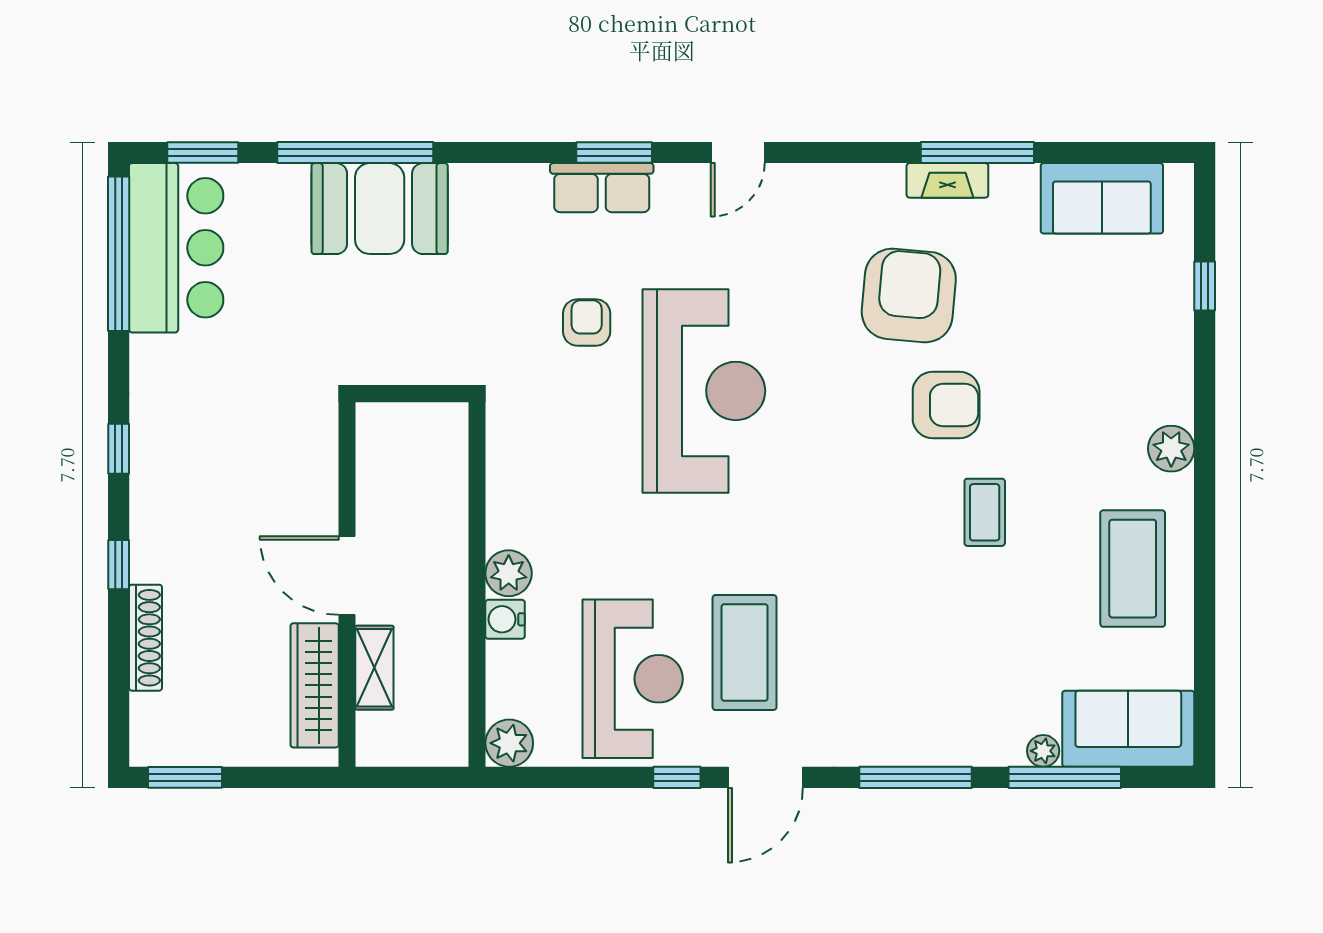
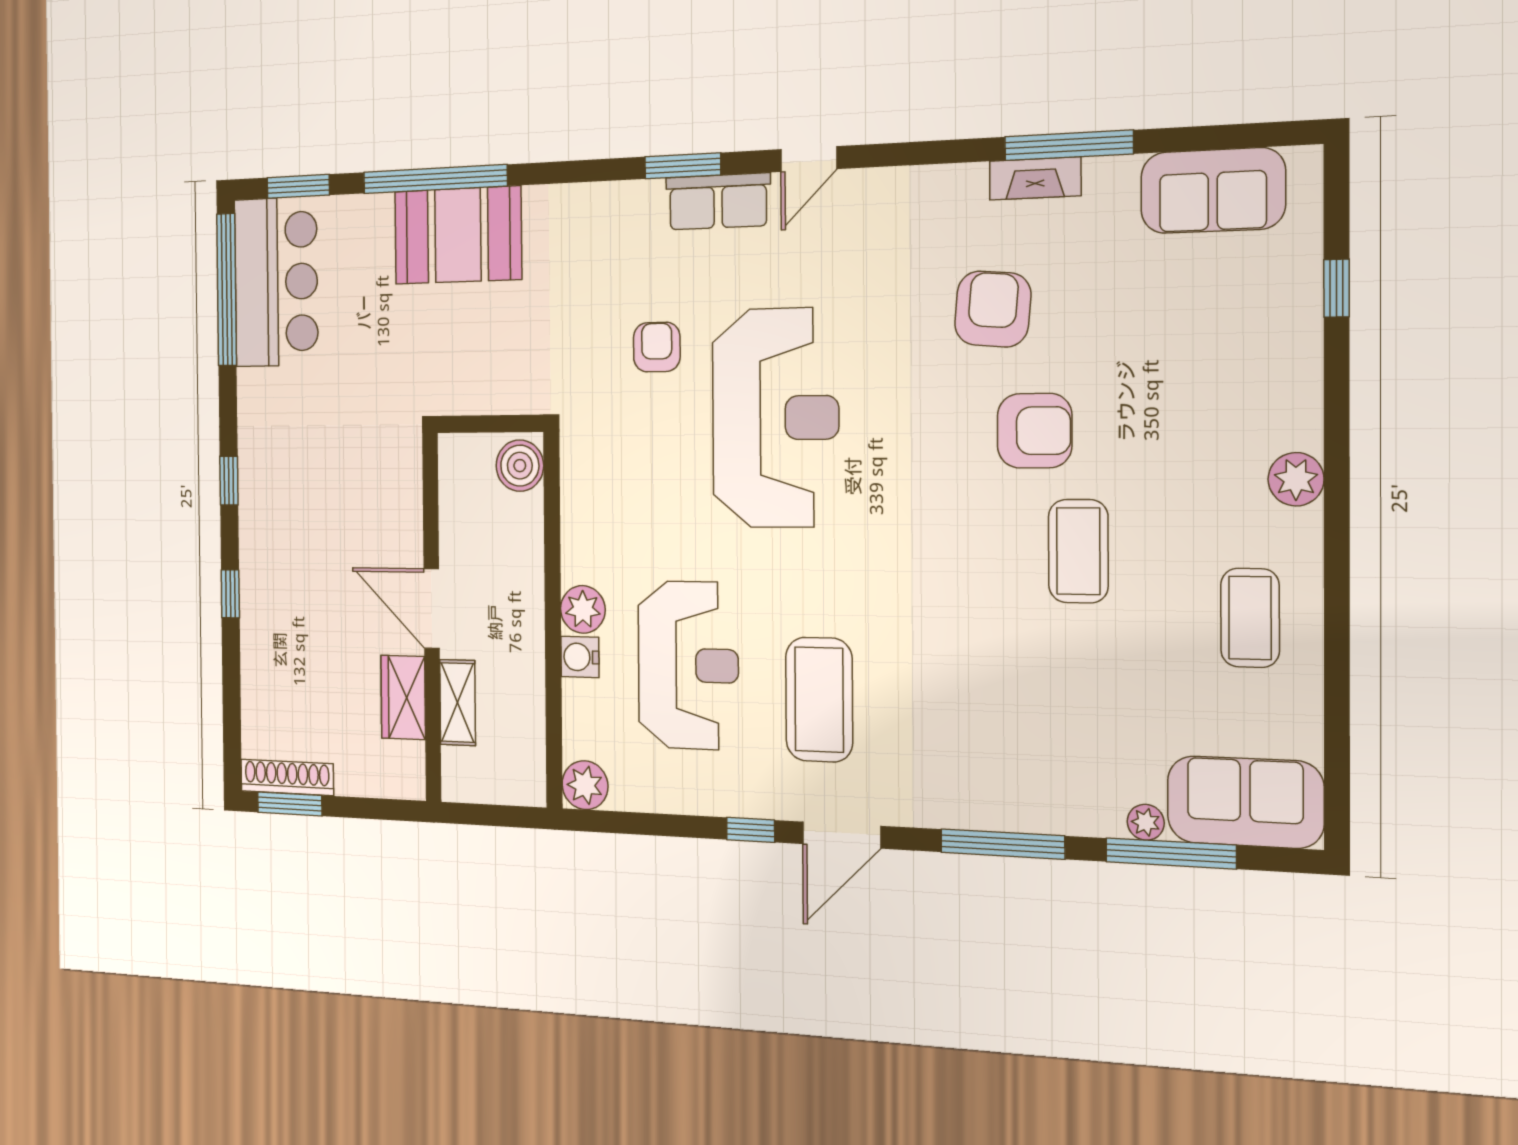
row of seats: (602, 188) -> (718, 202), moved
armchair: (909, 295) -> (993, 309), width x0.73, depth x0.73
boiler: (444, 435) -> (520, 466), added
coffee table: (985, 512) -> (1078, 551), width x1.36, depth x1.30
coffee table: (1133, 569) -> (1250, 618), width x0.73, depth x0.76
shoe rack: (145, 638) -> (287, 777), moved, turned -90
reception desk: (633, 679) -> (688, 665), moved
wardrobe: (315, 685) -> (403, 697), width x0.67

